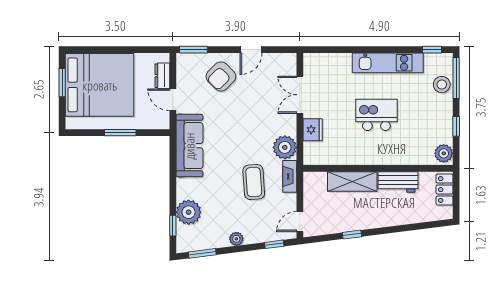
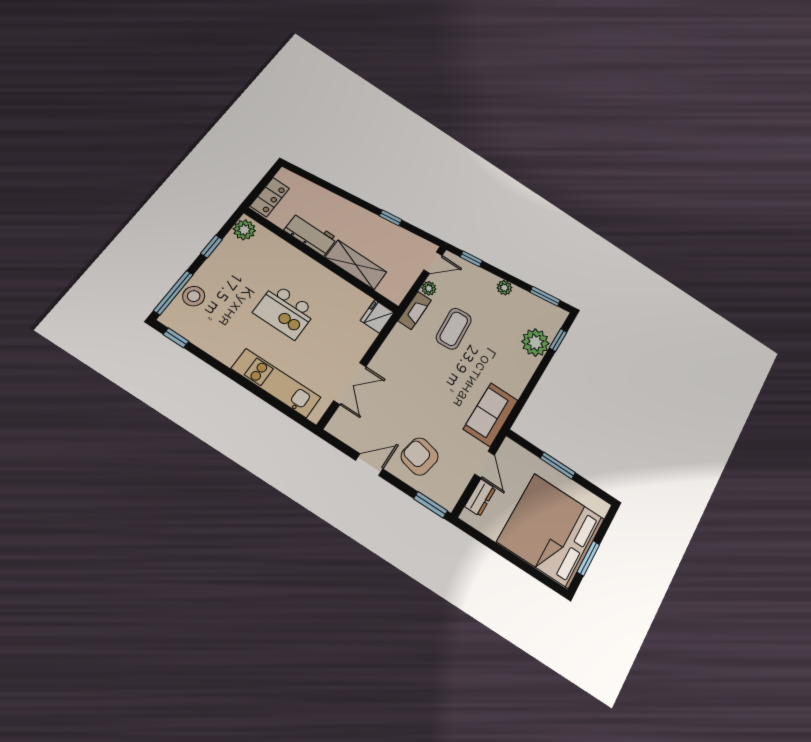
kitchen unit: (388, 63) -> (276, 383), moved
armchair: (221, 76) -> (420, 456), turned -123
fridge: (313, 130) -> (377, 316), moved
sofa: (189, 146) -> (491, 415), width x0.73
plant: (285, 147) -> (429, 288), moved, width x0.53, depth x0.53

